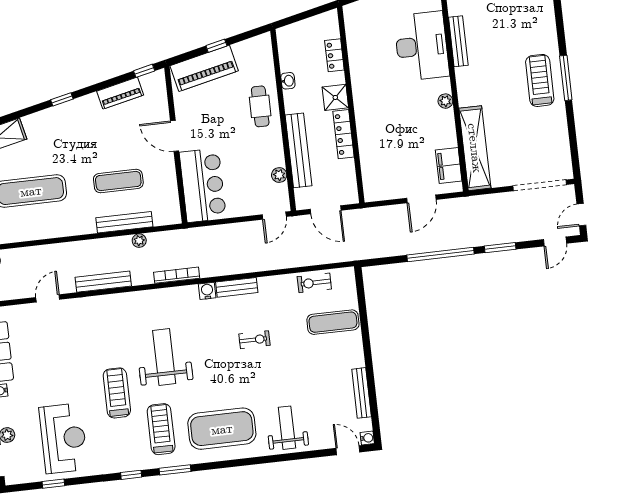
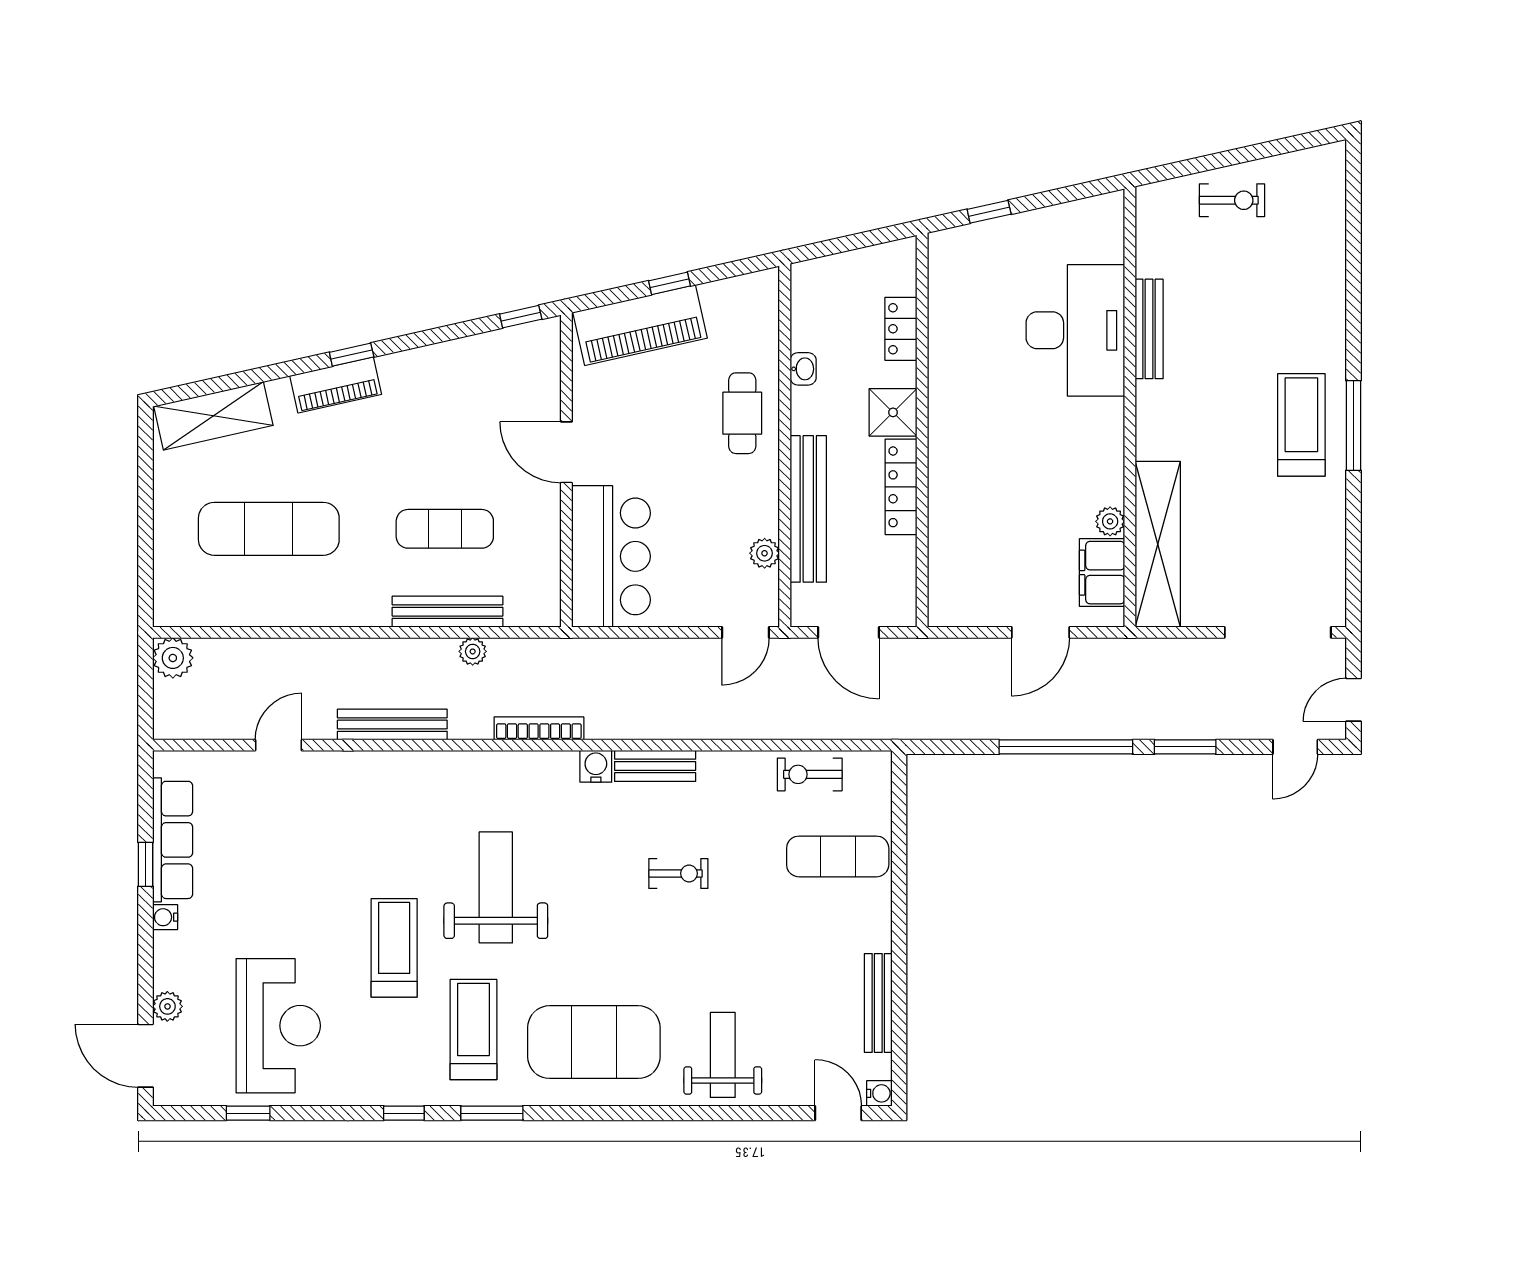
piano: (120, 93) -> (336, 385), moved
plant: (445, 101) -> (1110, 521), moved

